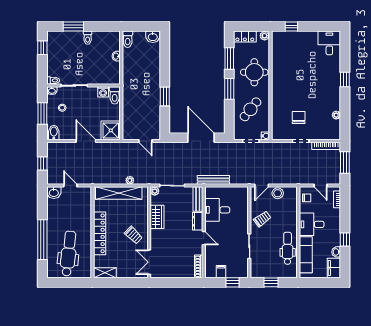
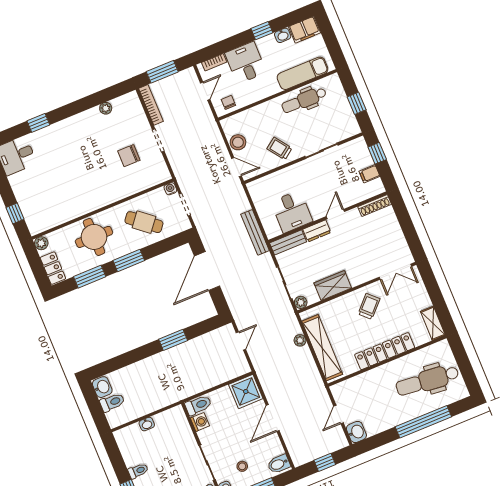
toilet: (128, 39) -> (112, 402), moved
window: (345, 79) -> (38, 123), moved
desk: (312, 224) -> (246, 63), moved, turned 180

